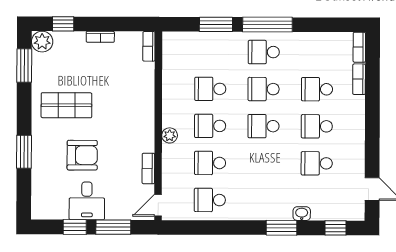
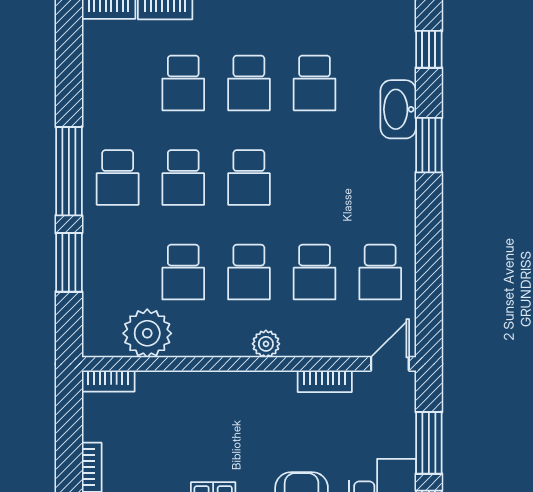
plant: (176, 68) -> (147, 333), added
door: (158, 205) -> (390, 364), swing flipped
washbasin: (302, 214) -> (398, 109), width x1.91, depth x1.45

